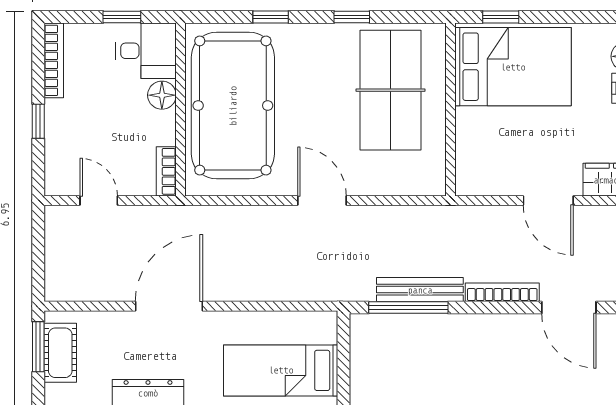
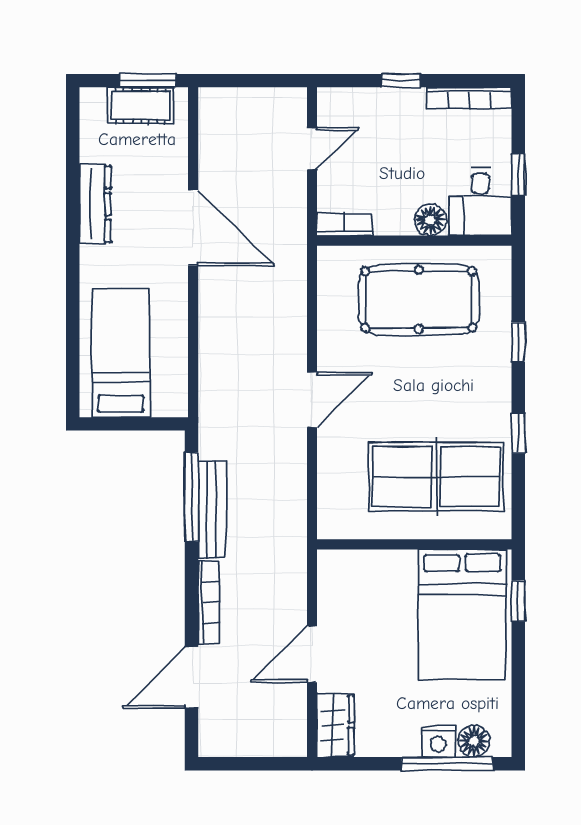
pool table: (233, 106) -> (419, 300), width x0.73, depth x0.76

